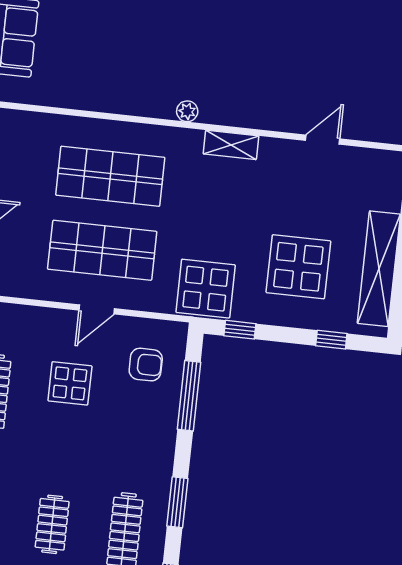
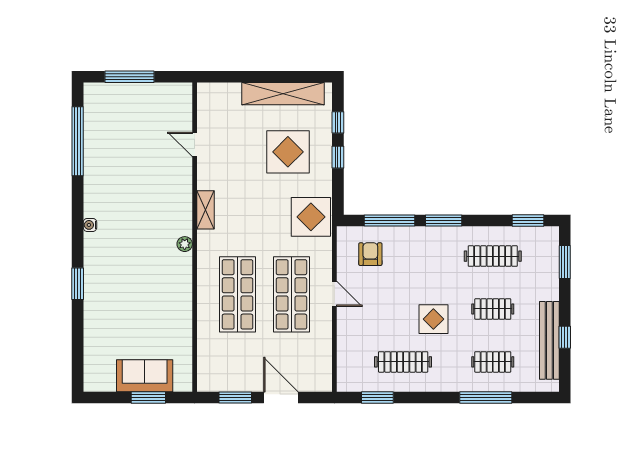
window: (240, 330) -> (338, 157), moved
display table: (70, 383) -> (433, 319), moved
window: (177, 502) -> (444, 220), moved

